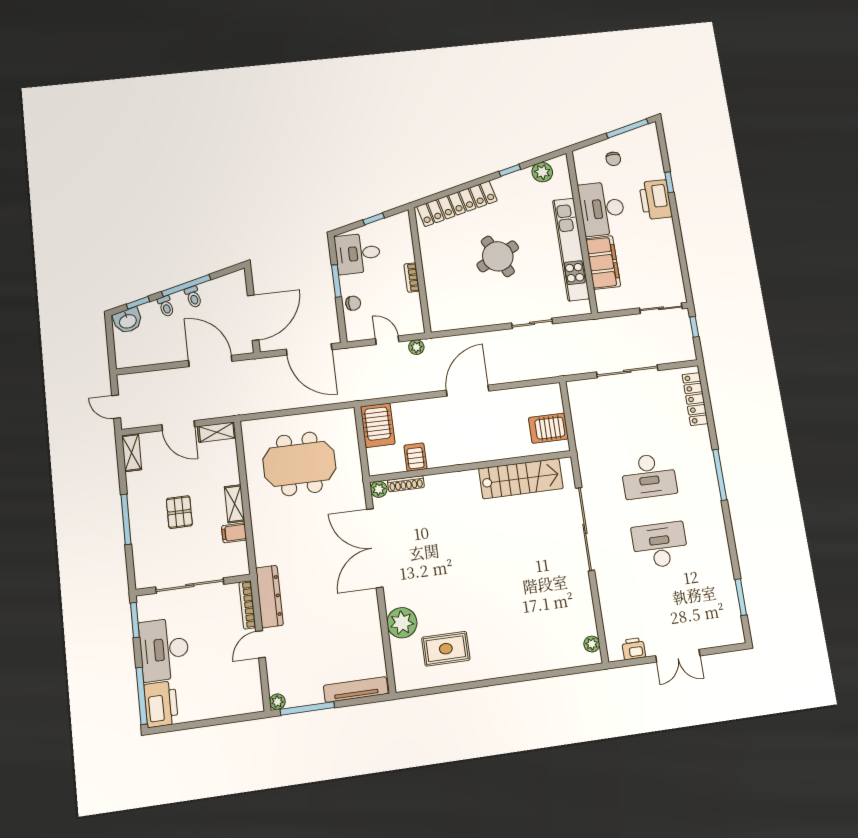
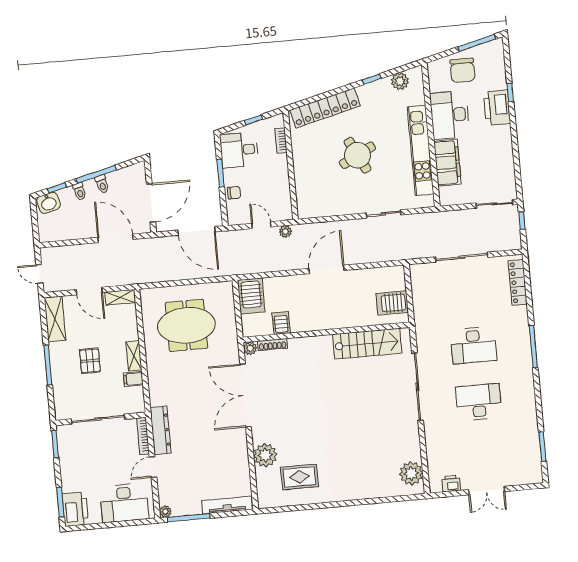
chair: (613, 159) -> (463, 70), width x1.87, depth x1.87
bookcase: (412, 278) -> (281, 141), moved
shelving: (132, 453) -> (55, 319), width x1.50, depth x1.33
plant: (592, 644) -> (411, 473), width x1.87, depth x1.87
desk: (164, 649) -> (124, 503), moved, turned -90
window: (142, 696) -> (60, 502), width x0.69

